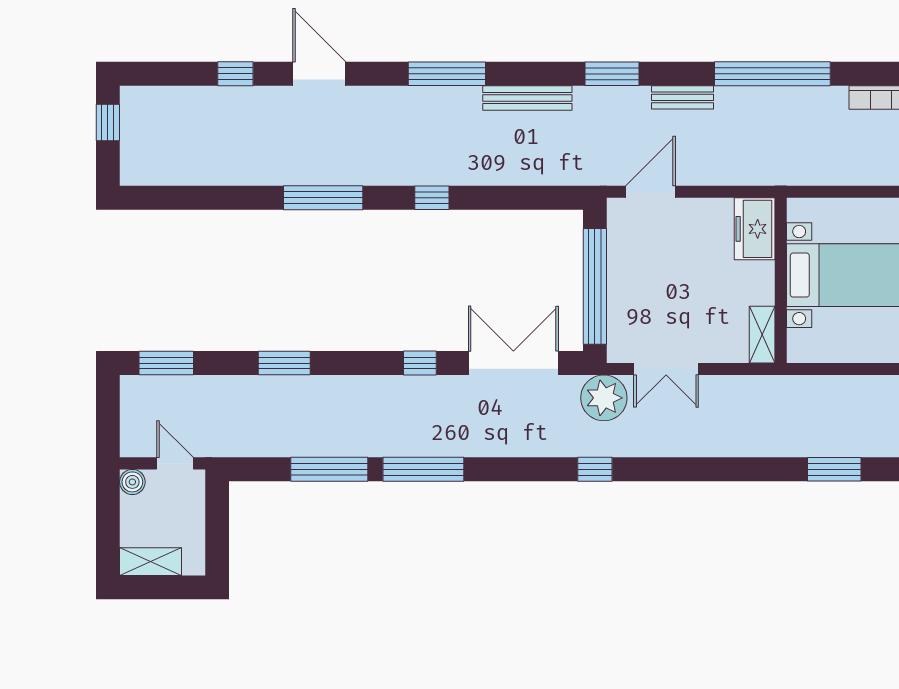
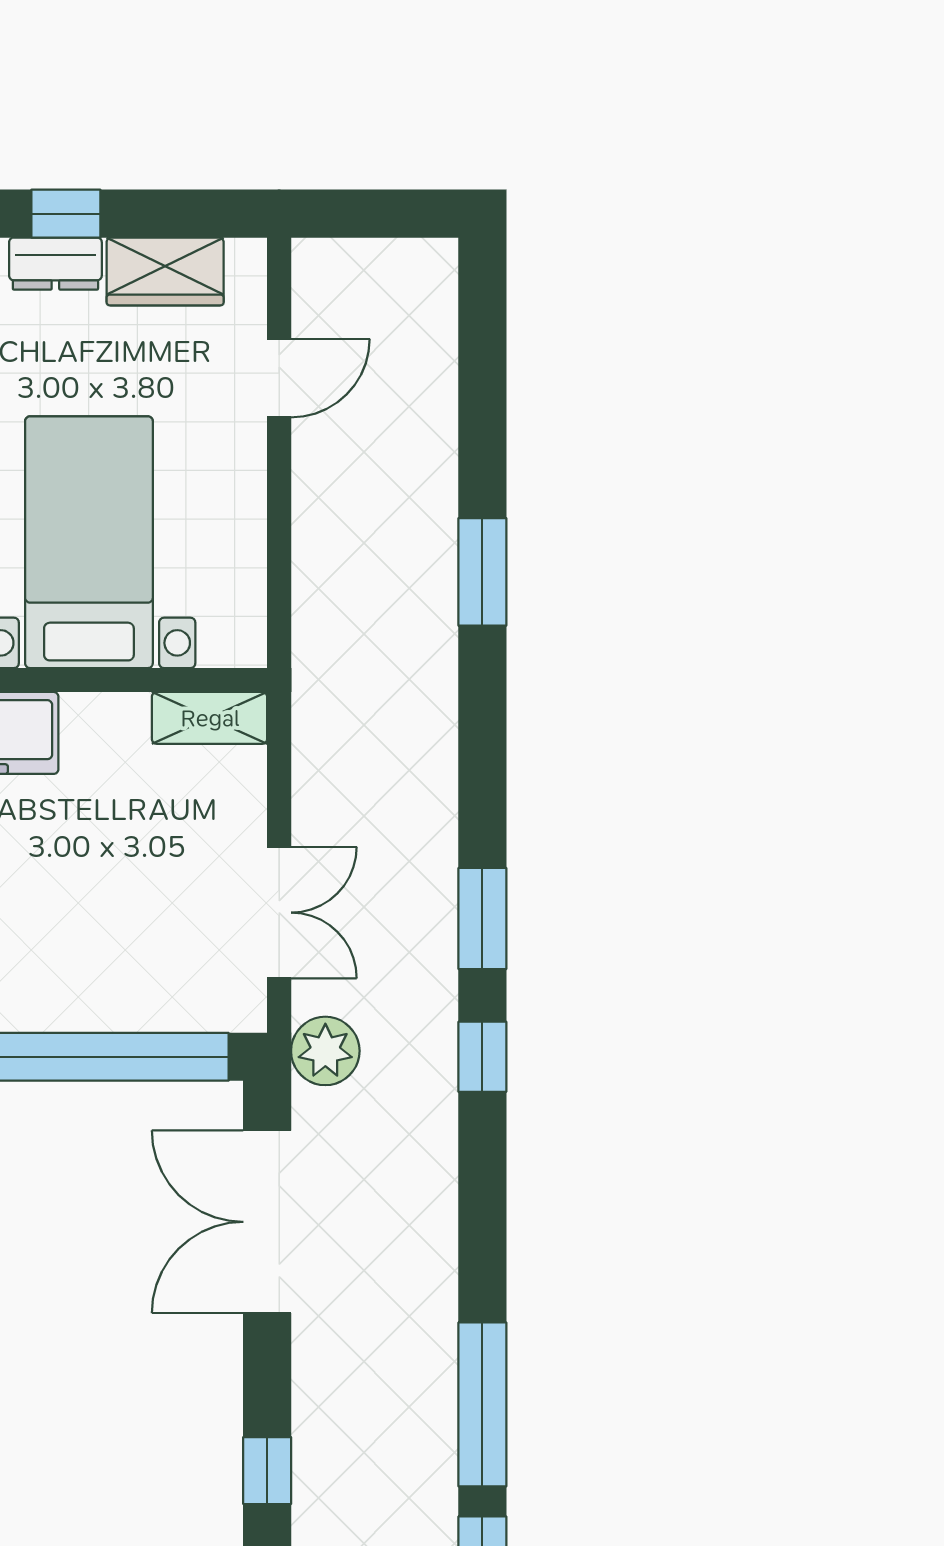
window: (420, 363) -> (267, 1471), moved
plant: (604, 398) -> (325, 1051), width x0.73, depth x0.73
window: (663, 469) -> (482, 919), added

